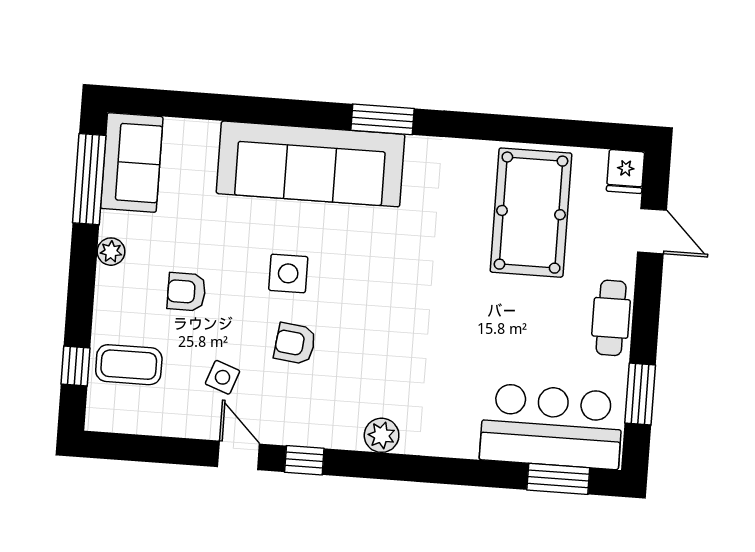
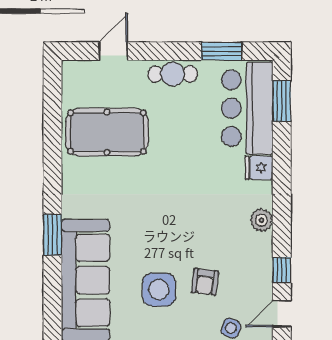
fridge: (625, 172) -> (259, 168), moved, turned 180
side table: (288, 273) -> (159, 290), width x1.37, depth x1.37

